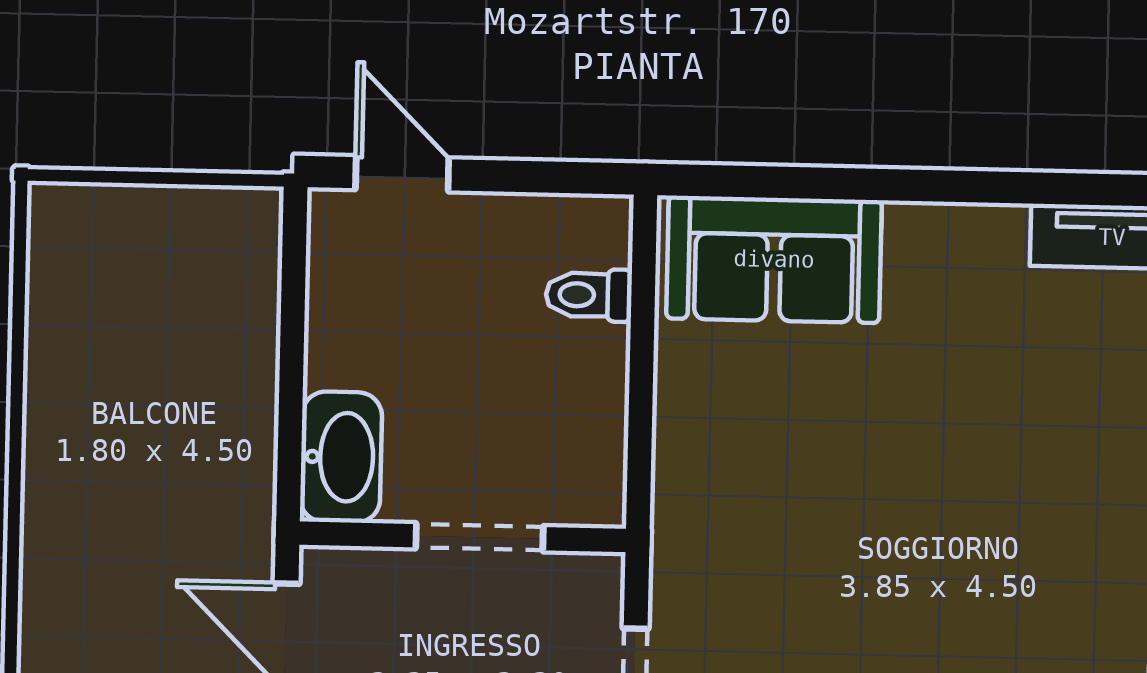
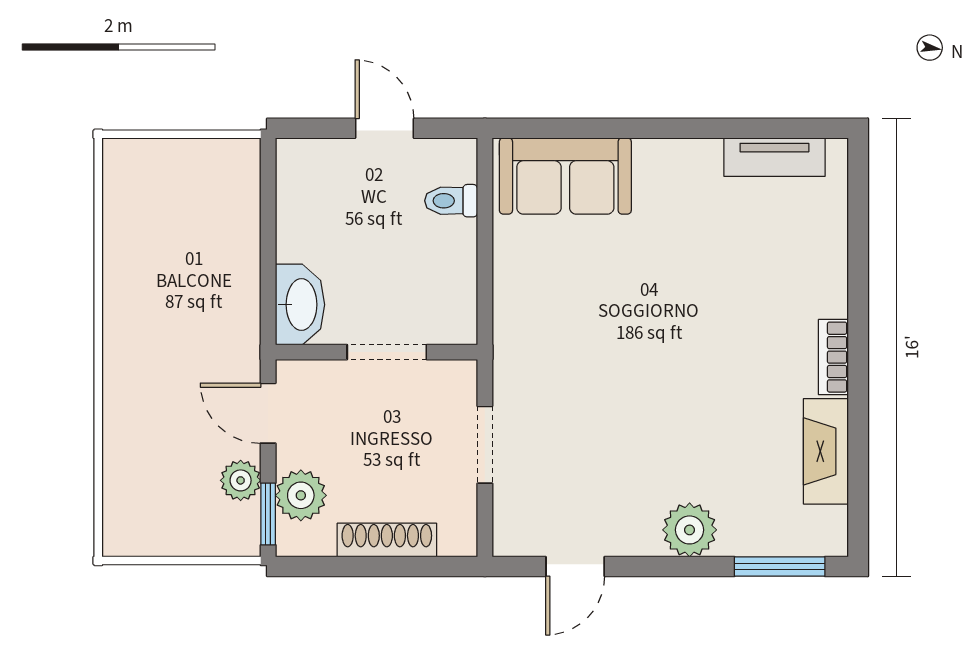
door: (402, 174) -> (384, 128), moved

